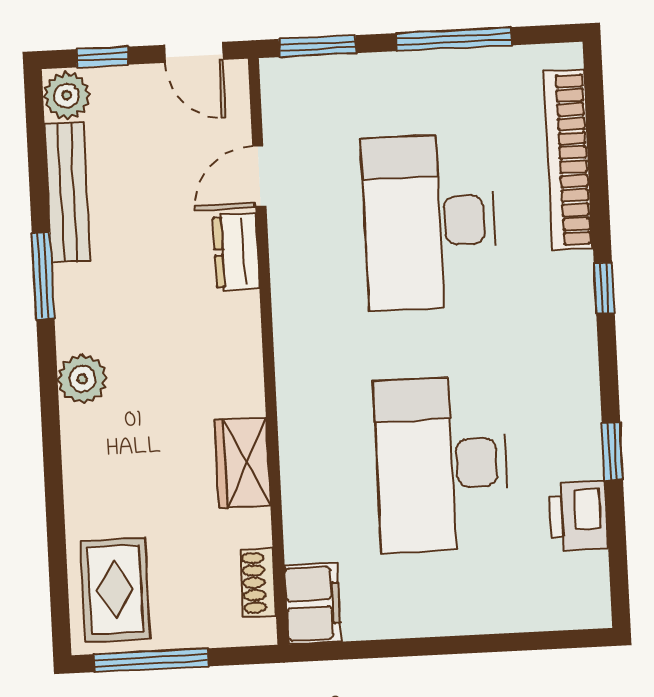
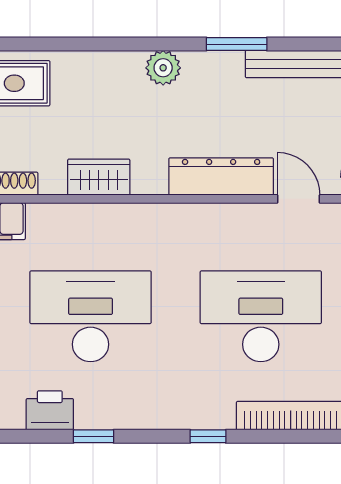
dresser: (236, 252) -> (221, 176), width x1.96, depth x1.24

